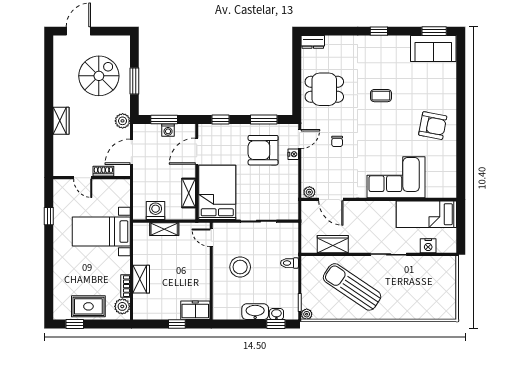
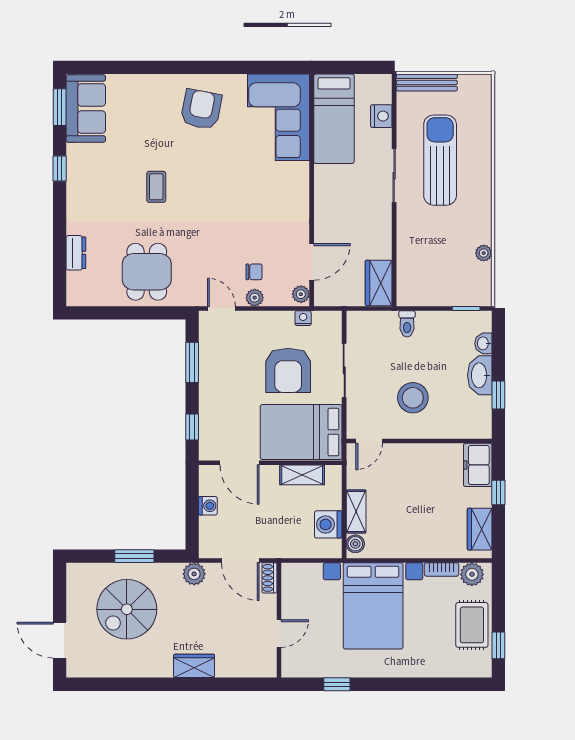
window: (379, 31) -> (60, 168), moved
dresser: (313, 42) -> (76, 253), moved
spiral stairs: (99, 76) -> (127, 609), turned -90
window: (164, 120) -> (192, 512), removed
chair: (337, 141) -> (254, 272), moved
armchair: (263, 150) -> (288, 370), moved
nightstand: (293, 154) -> (303, 318), moved
plant: (307, 161) -> (255, 298), added
shoe rack: (103, 171) -> (269, 578), moved
corner sofa: (396, 177) -> (278, 117), moved
boiler: (143, 229) -> (355, 544), added
bed with nightstands: (101, 232) -> (373, 606), width x1.36
wardrobe: (333, 244) -> (379, 283), moved
bench: (451, 276) -> (427, 82), added
wardrobe: (141, 279) -> (480, 529), moved, turned -90
sun lounger: (352, 287) -> (440, 160), moved, turned 146
plant: (307, 314) -> (484, 253), moved
window: (276, 324) -> (498, 395), moved

